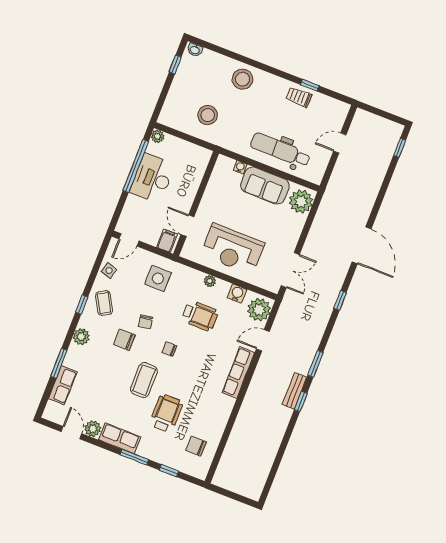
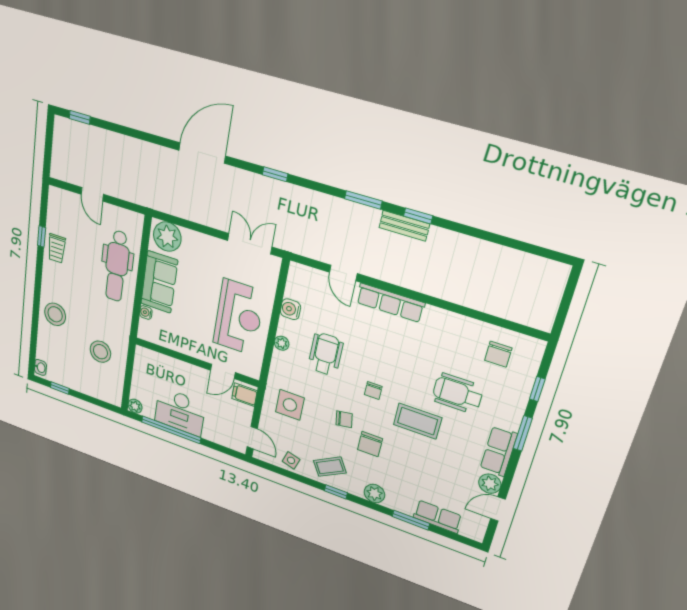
plant: (259, 310) -> (305, 280), removed

